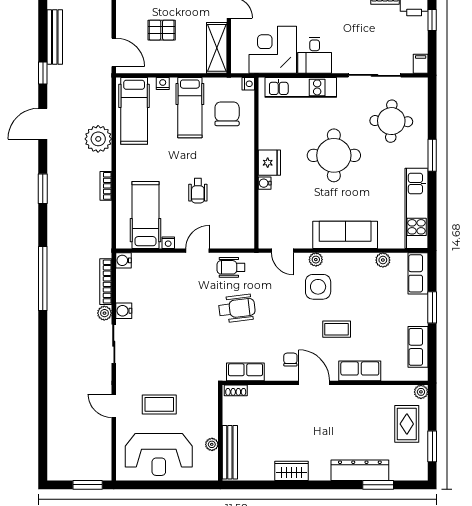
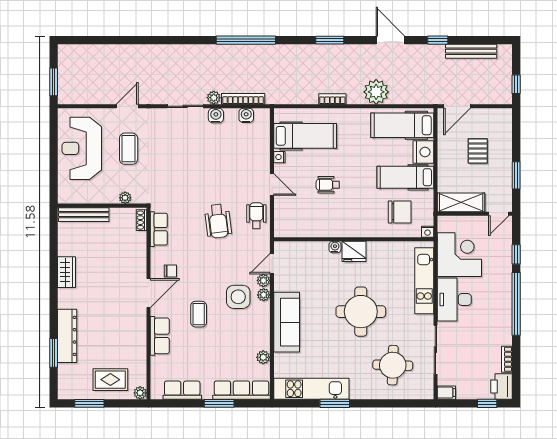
desk: (315, 55) -> (454, 299), width x1.37
nightstand: (163, 83) -> (423, 152), width x1.89, depth x1.79
window: (432, 155) -> (335, 403), moved
water cooler: (124, 260) -> (246, 115), moved
plant: (301, 260) -> (263, 280), added
row of seats: (418, 273) -> (241, 390), width x1.48
plant: (212, 444) -> (125, 198), moved

